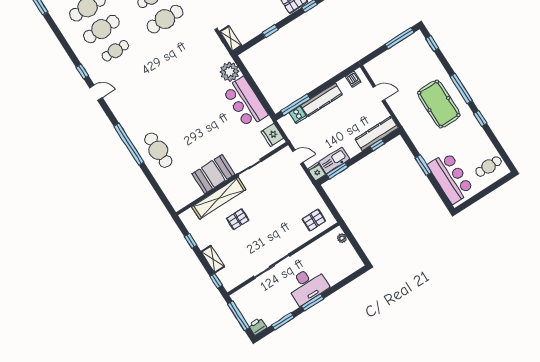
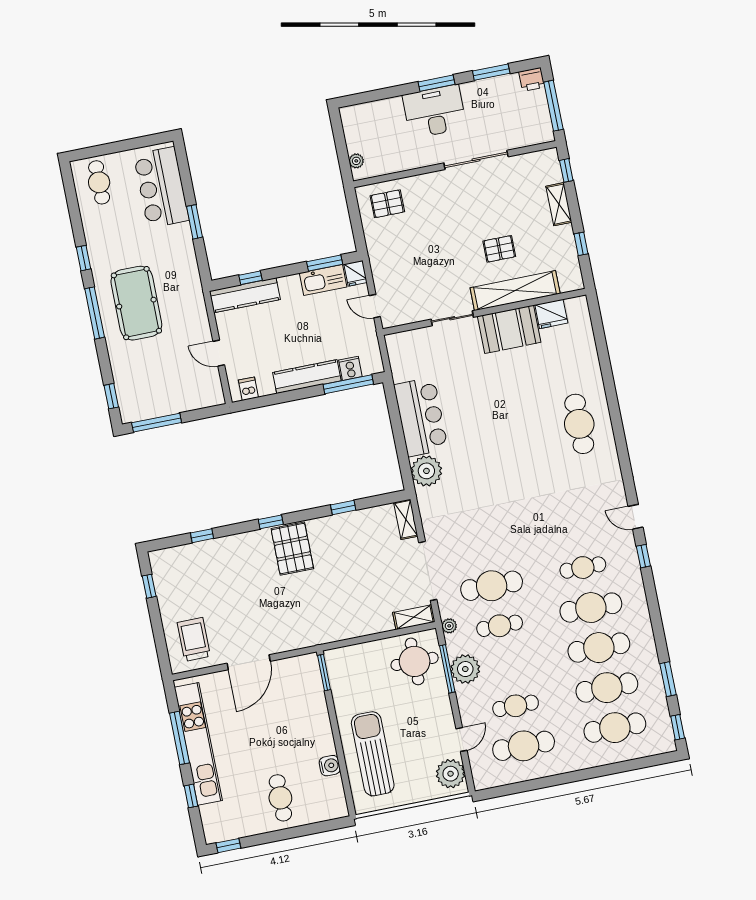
fridge: (272, 135) -> (551, 314), moved, turned 90
window: (129, 144) -> (617, 422), removed
cafe table: (158, 150) -> (579, 424), moved
cafe table: (488, 166) -> (99, 182), turned 90

